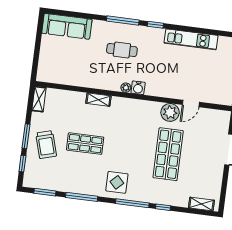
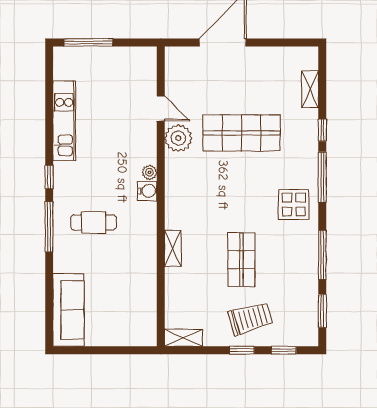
cafe table: (122, 50) -> (94, 222), turned 90
plant: (126, 88) -> (150, 172), moved
window: (26, 136) -> (242, 350), width x0.67
shelving: (201, 204) -> (310, 89), moved

